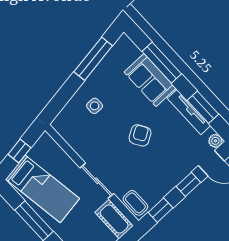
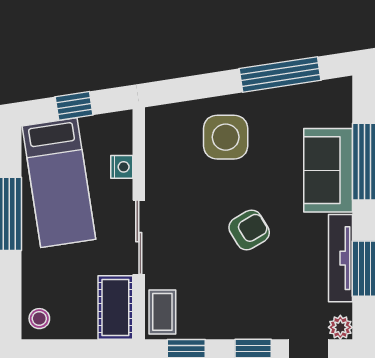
side table: (95, 106) -> (226, 137), width x1.87, depth x1.87
nightstand: (63, 158) -> (122, 167), added

